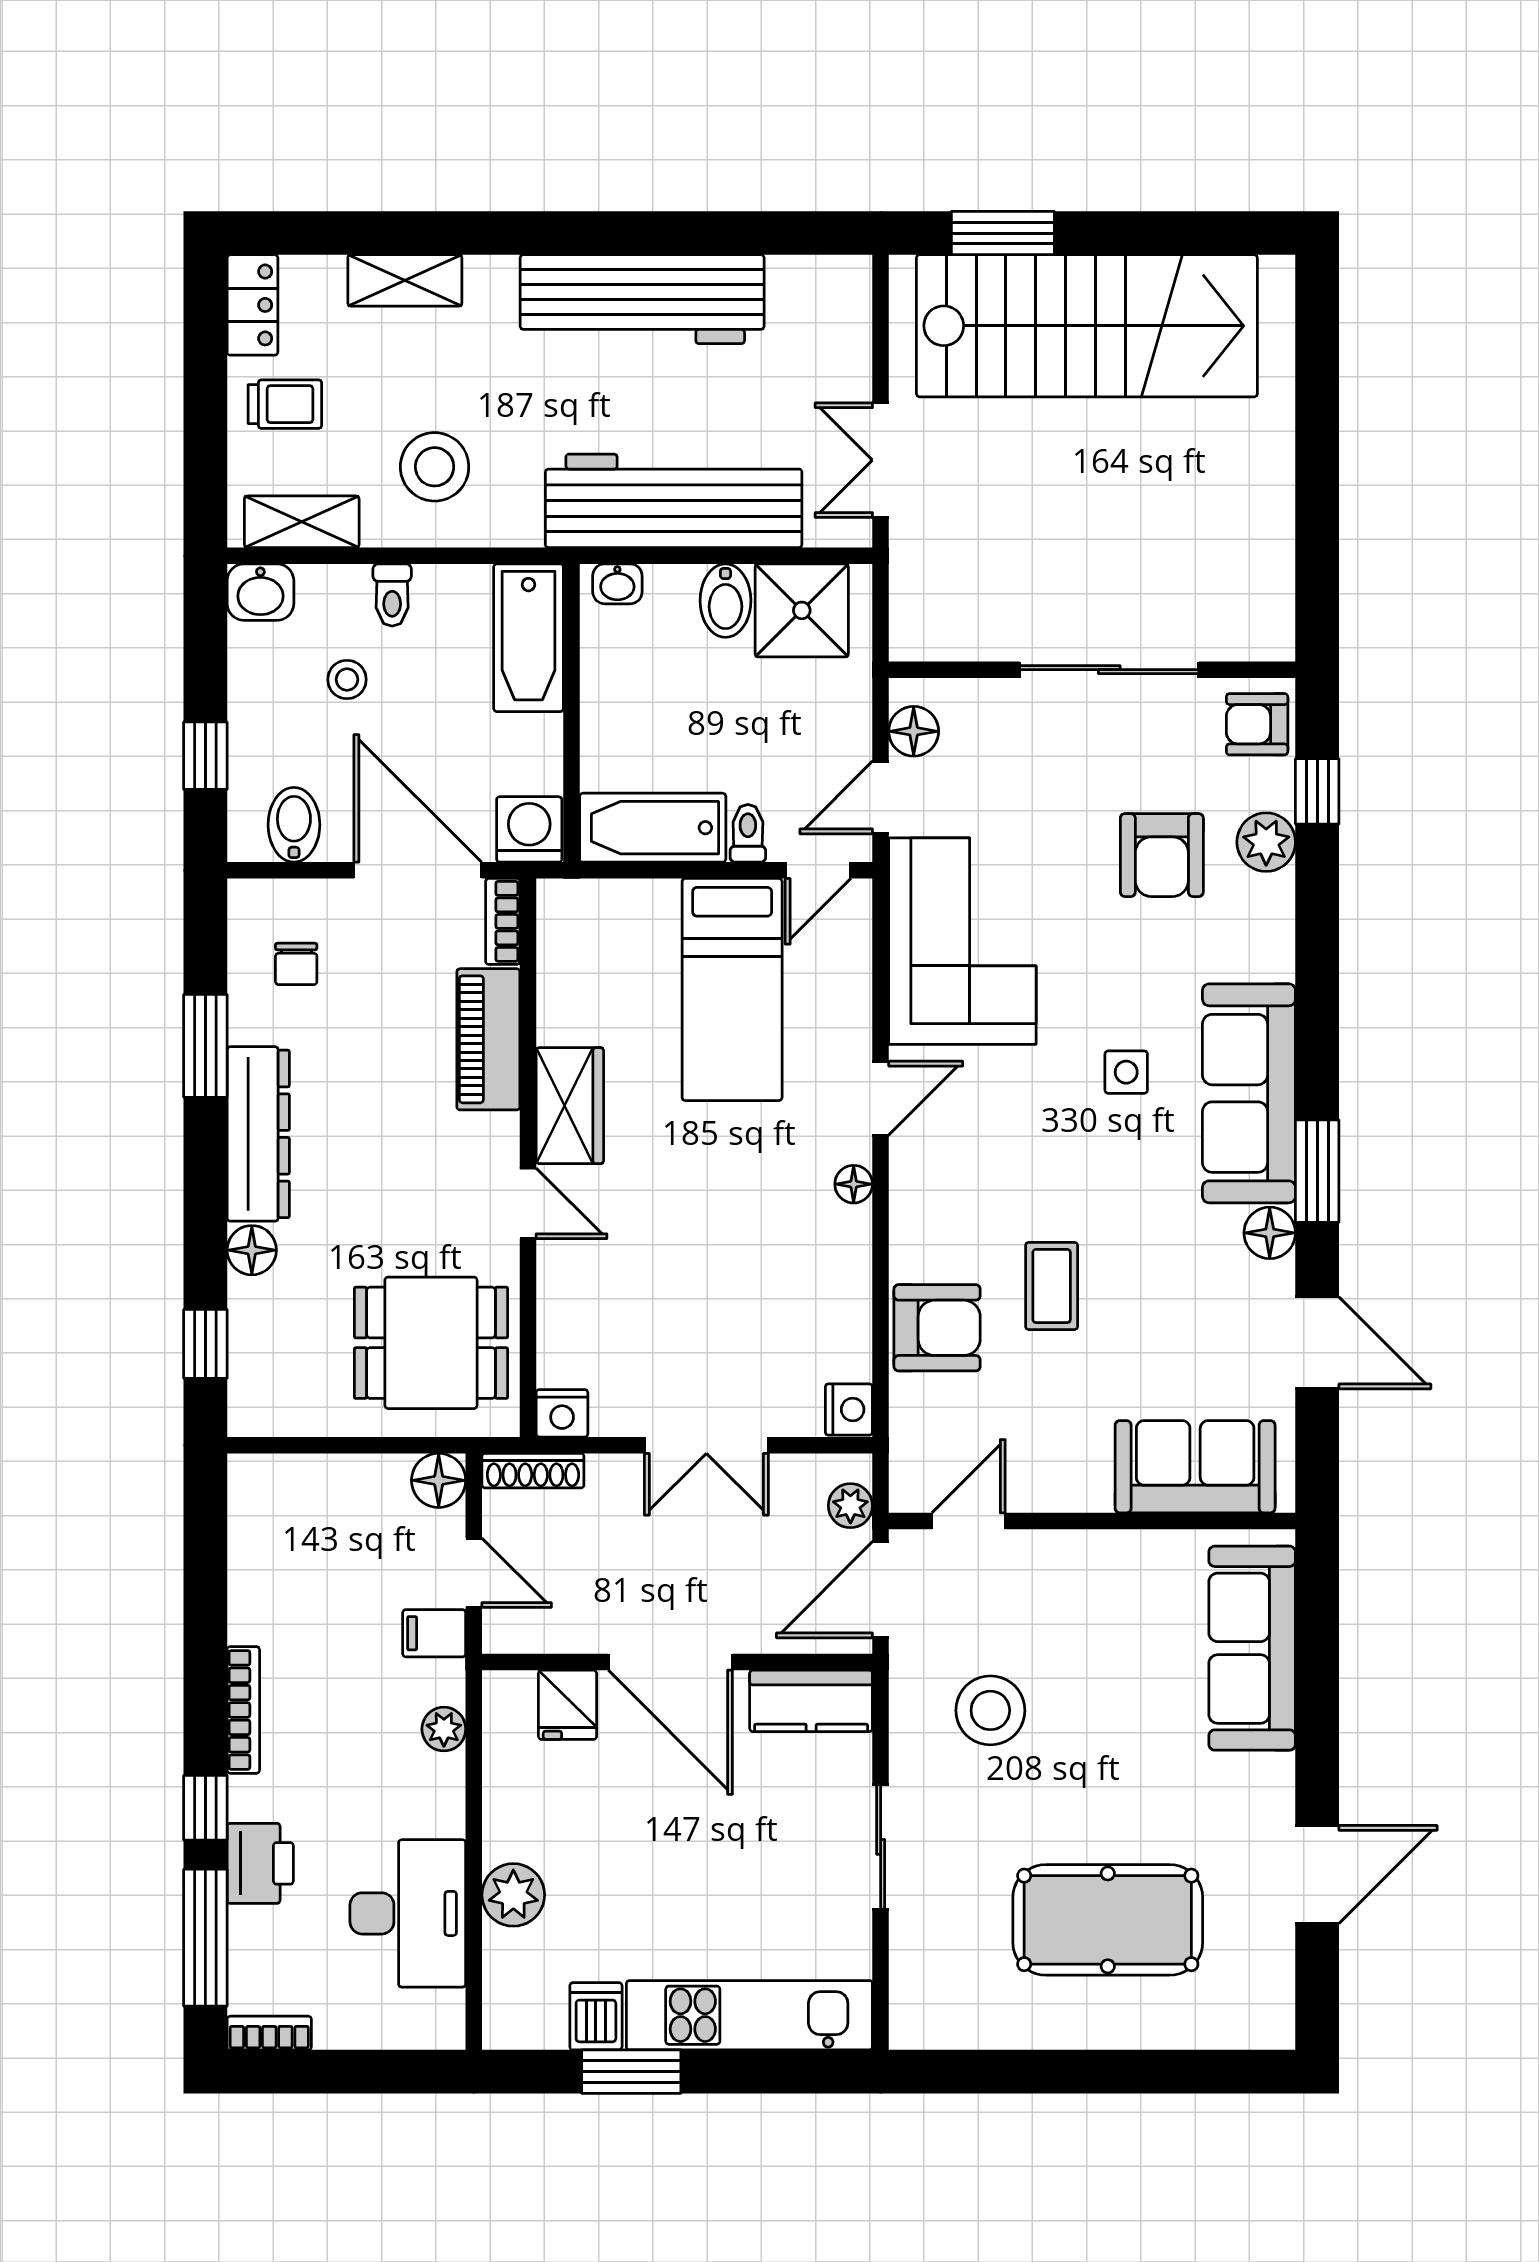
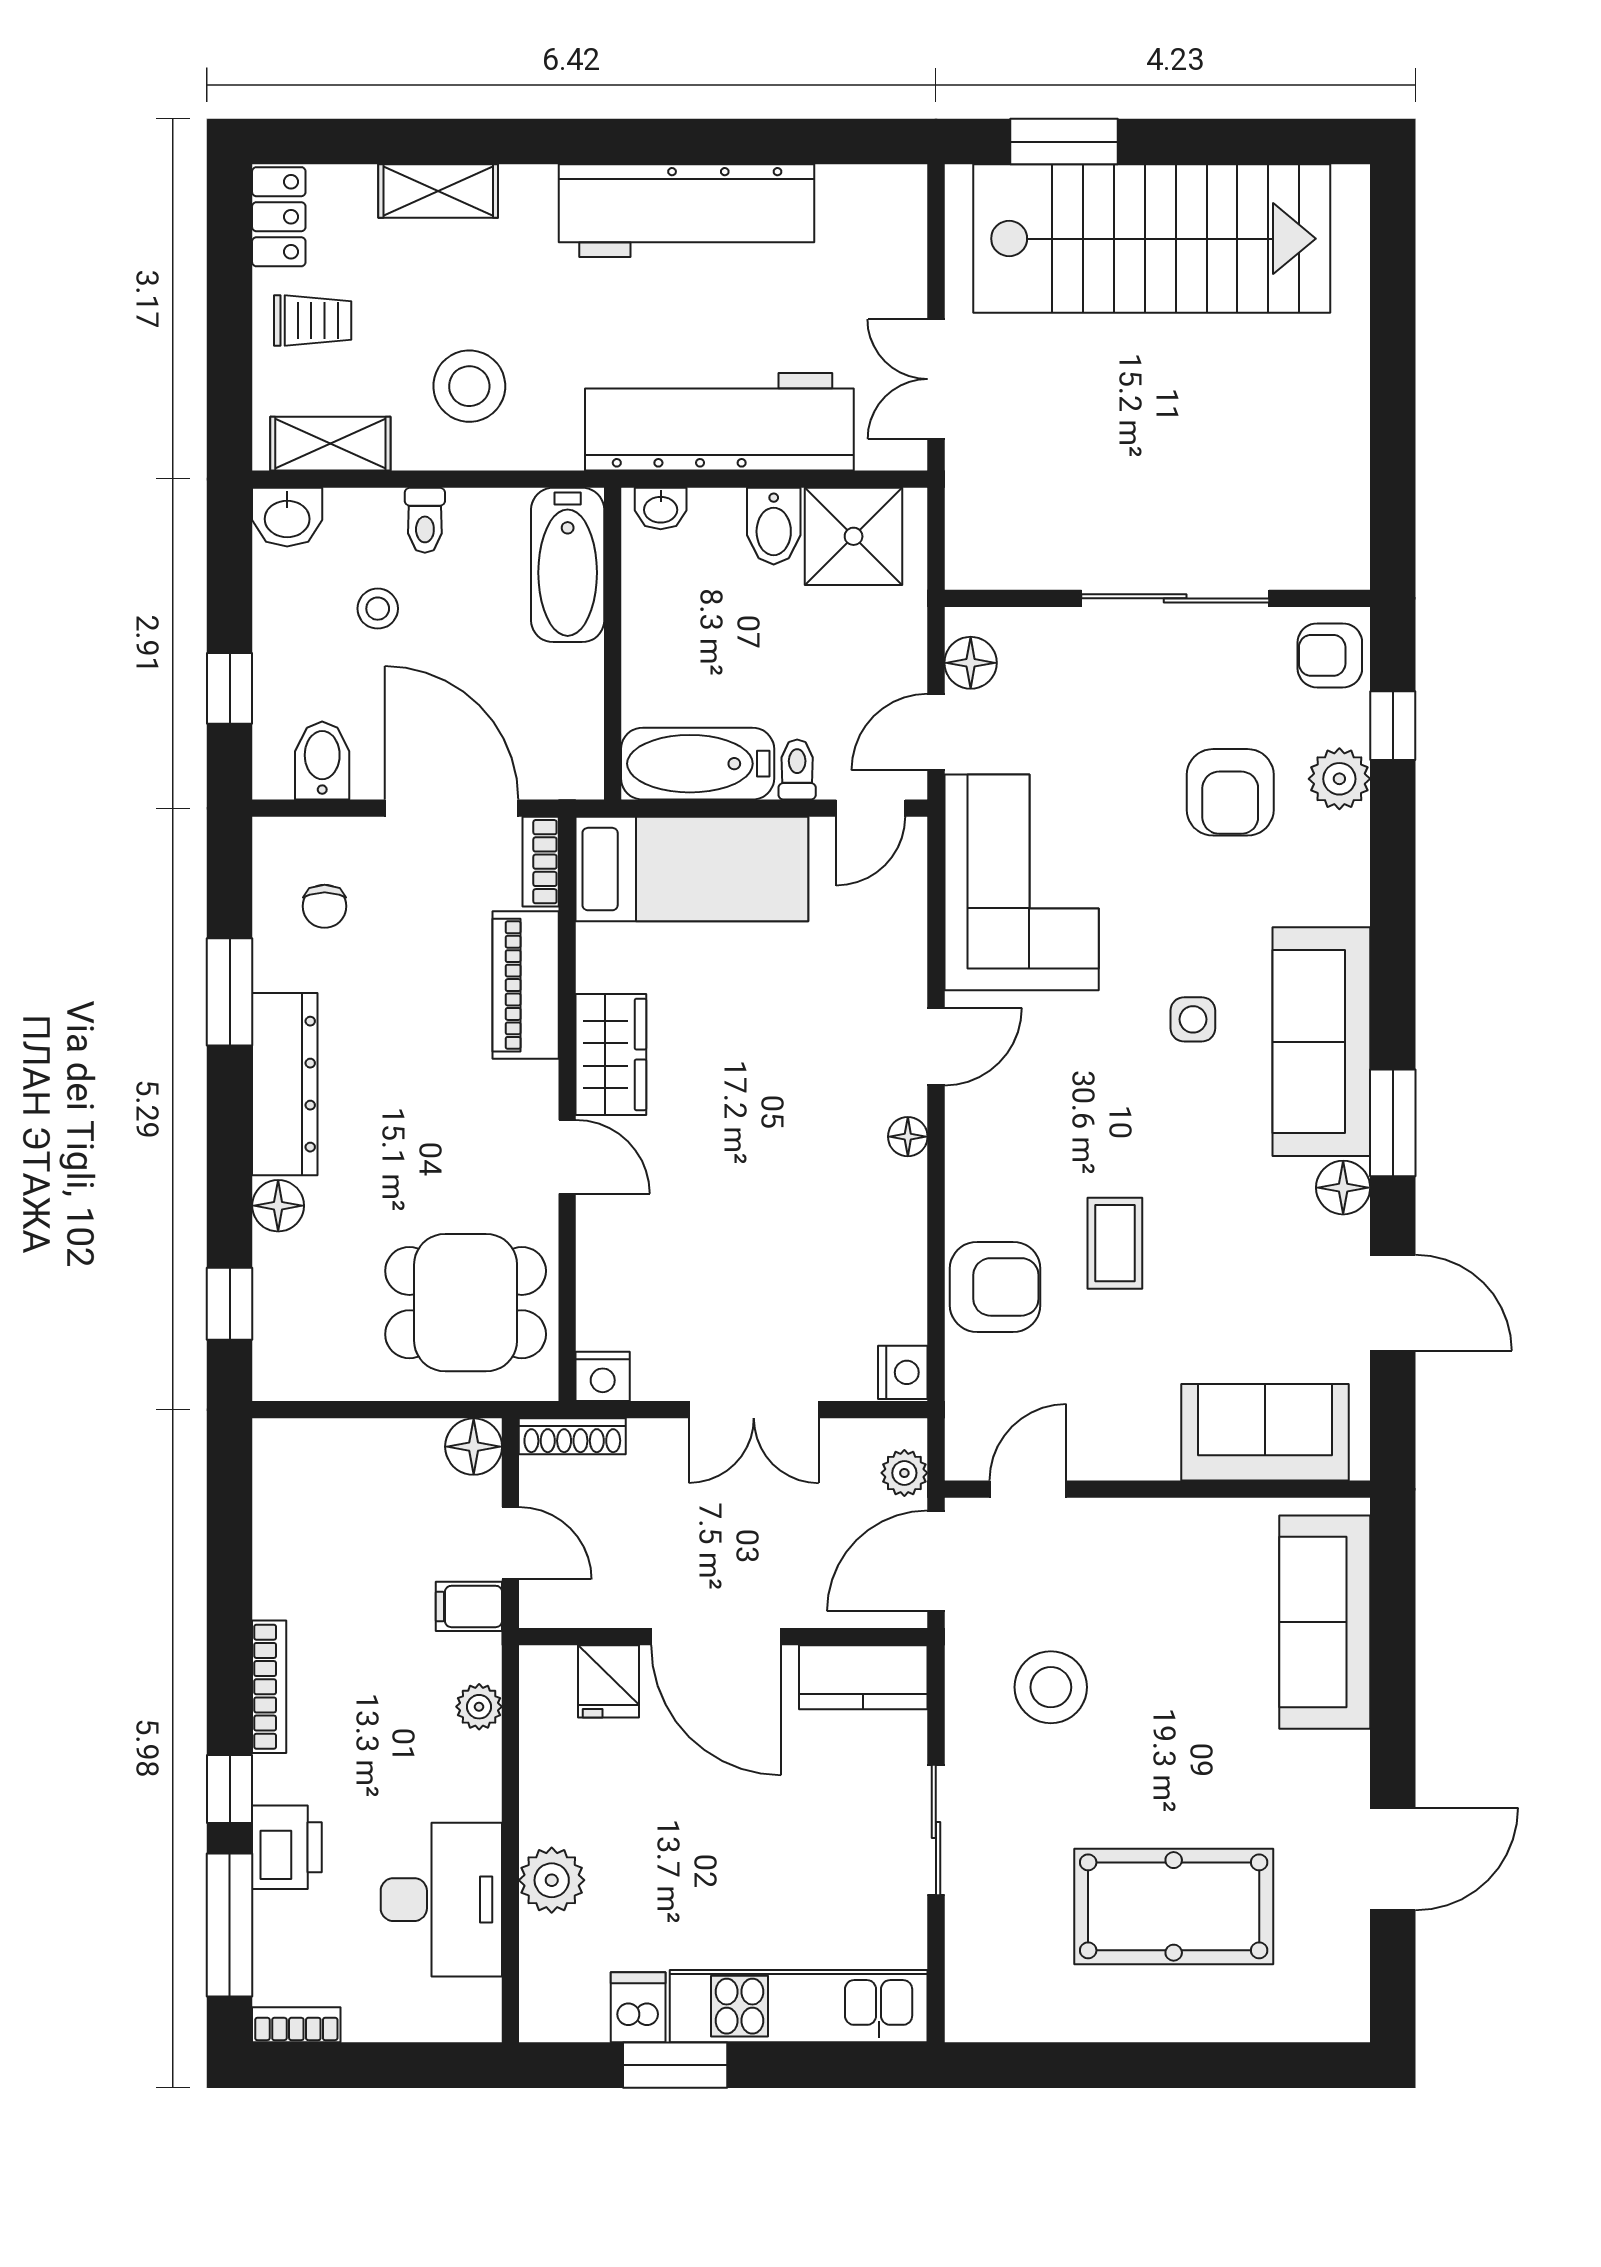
washing machine: (529, 829) -> (568, 765), removed
bed: (732, 990) -> (692, 869), moved, turned -90

